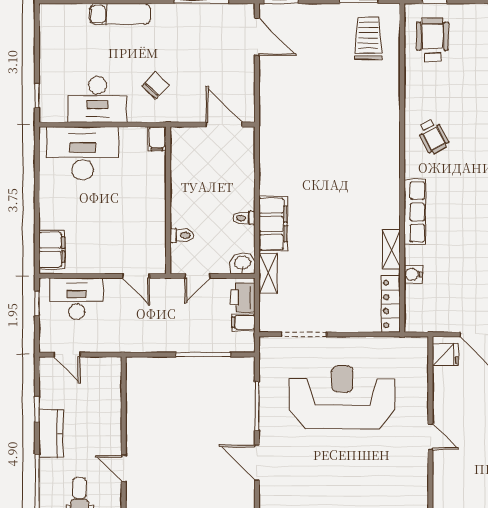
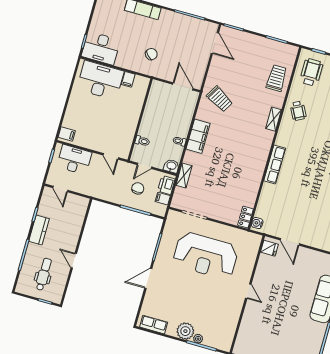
trolley: (368, 38) -> (277, 78), moved
desk: (97, 99) -> (101, 48), moved
trolley: (291, 128) -> (220, 99), added
wheelchair: (433, 137) -> (298, 111), moved
filing cabinet: (157, 139) -> (128, 79), moved
filing cabinet: (273, 224) -> (198, 136), moved
shelving: (391, 249) -> (273, 119), moved
filing cabinet: (52, 250) -> (67, 134), width x0.50
water cooler: (413, 274) -> (257, 223), moved
locker: (391, 304) -> (245, 217), width x0.66
chair: (197, 317) -> (138, 188), added
reception desk: (342, 397) -> (206, 256), turned 180
door: (257, 463) -> (148, 278), hinge flipped

